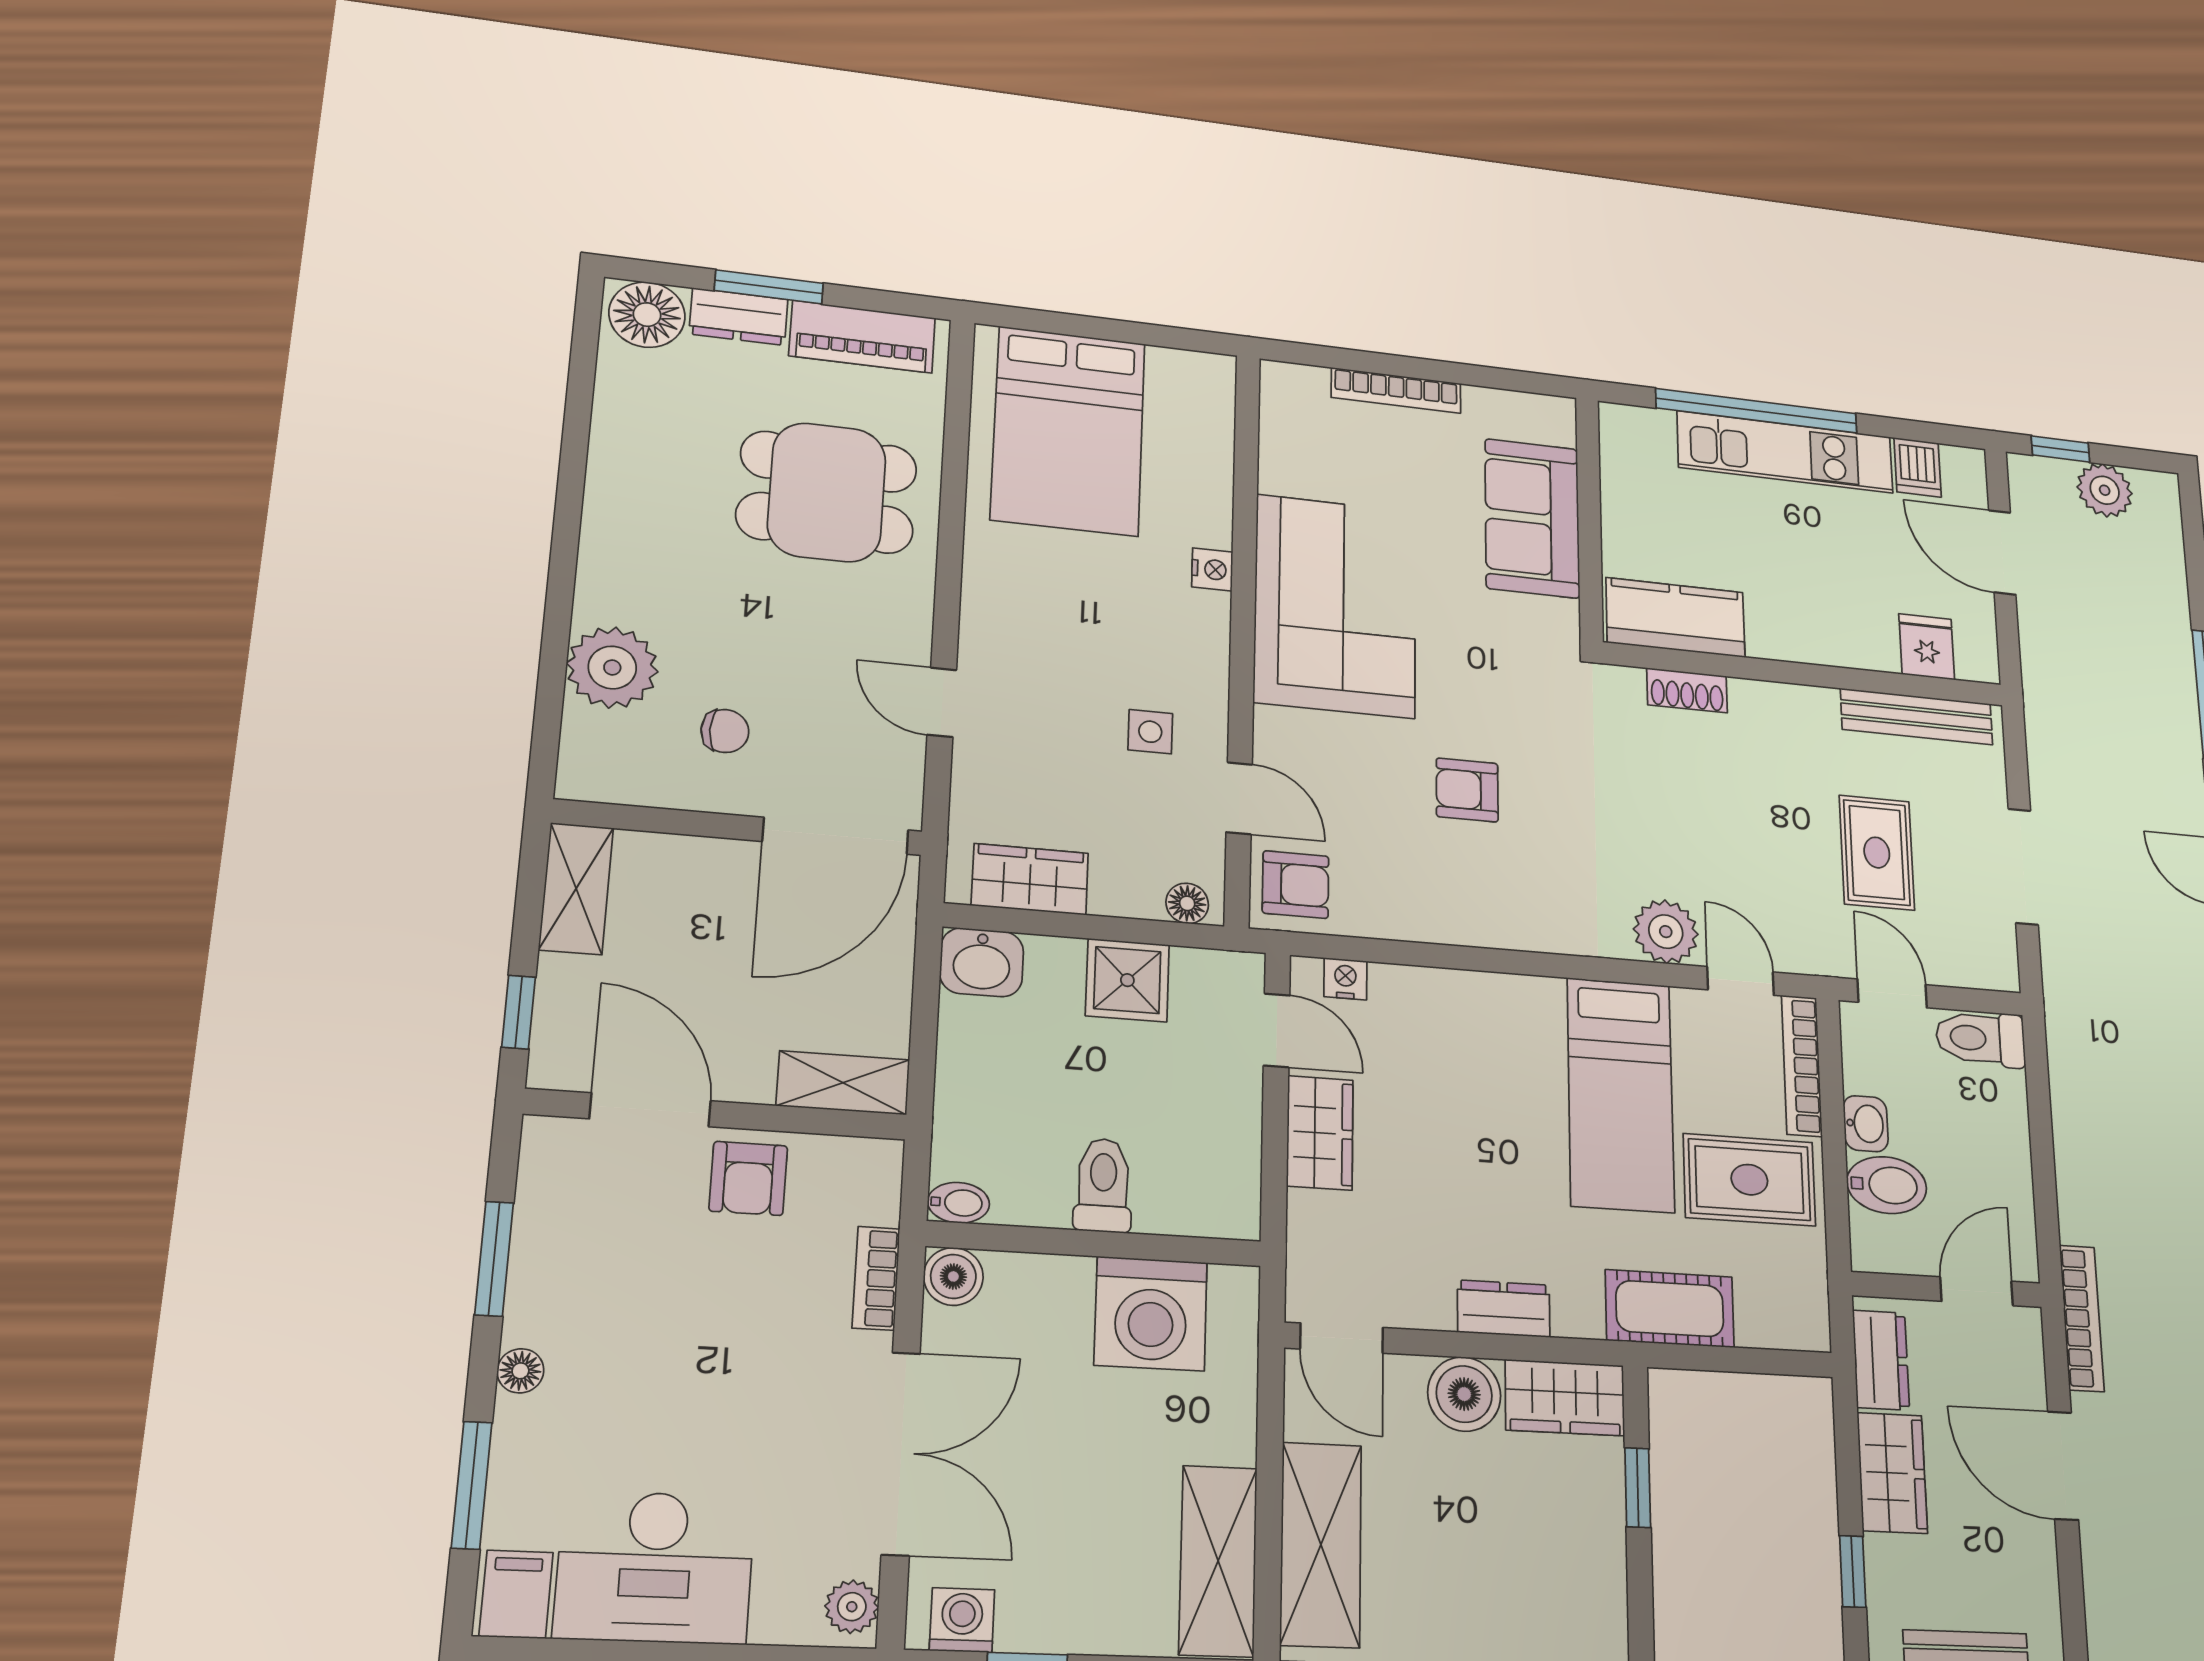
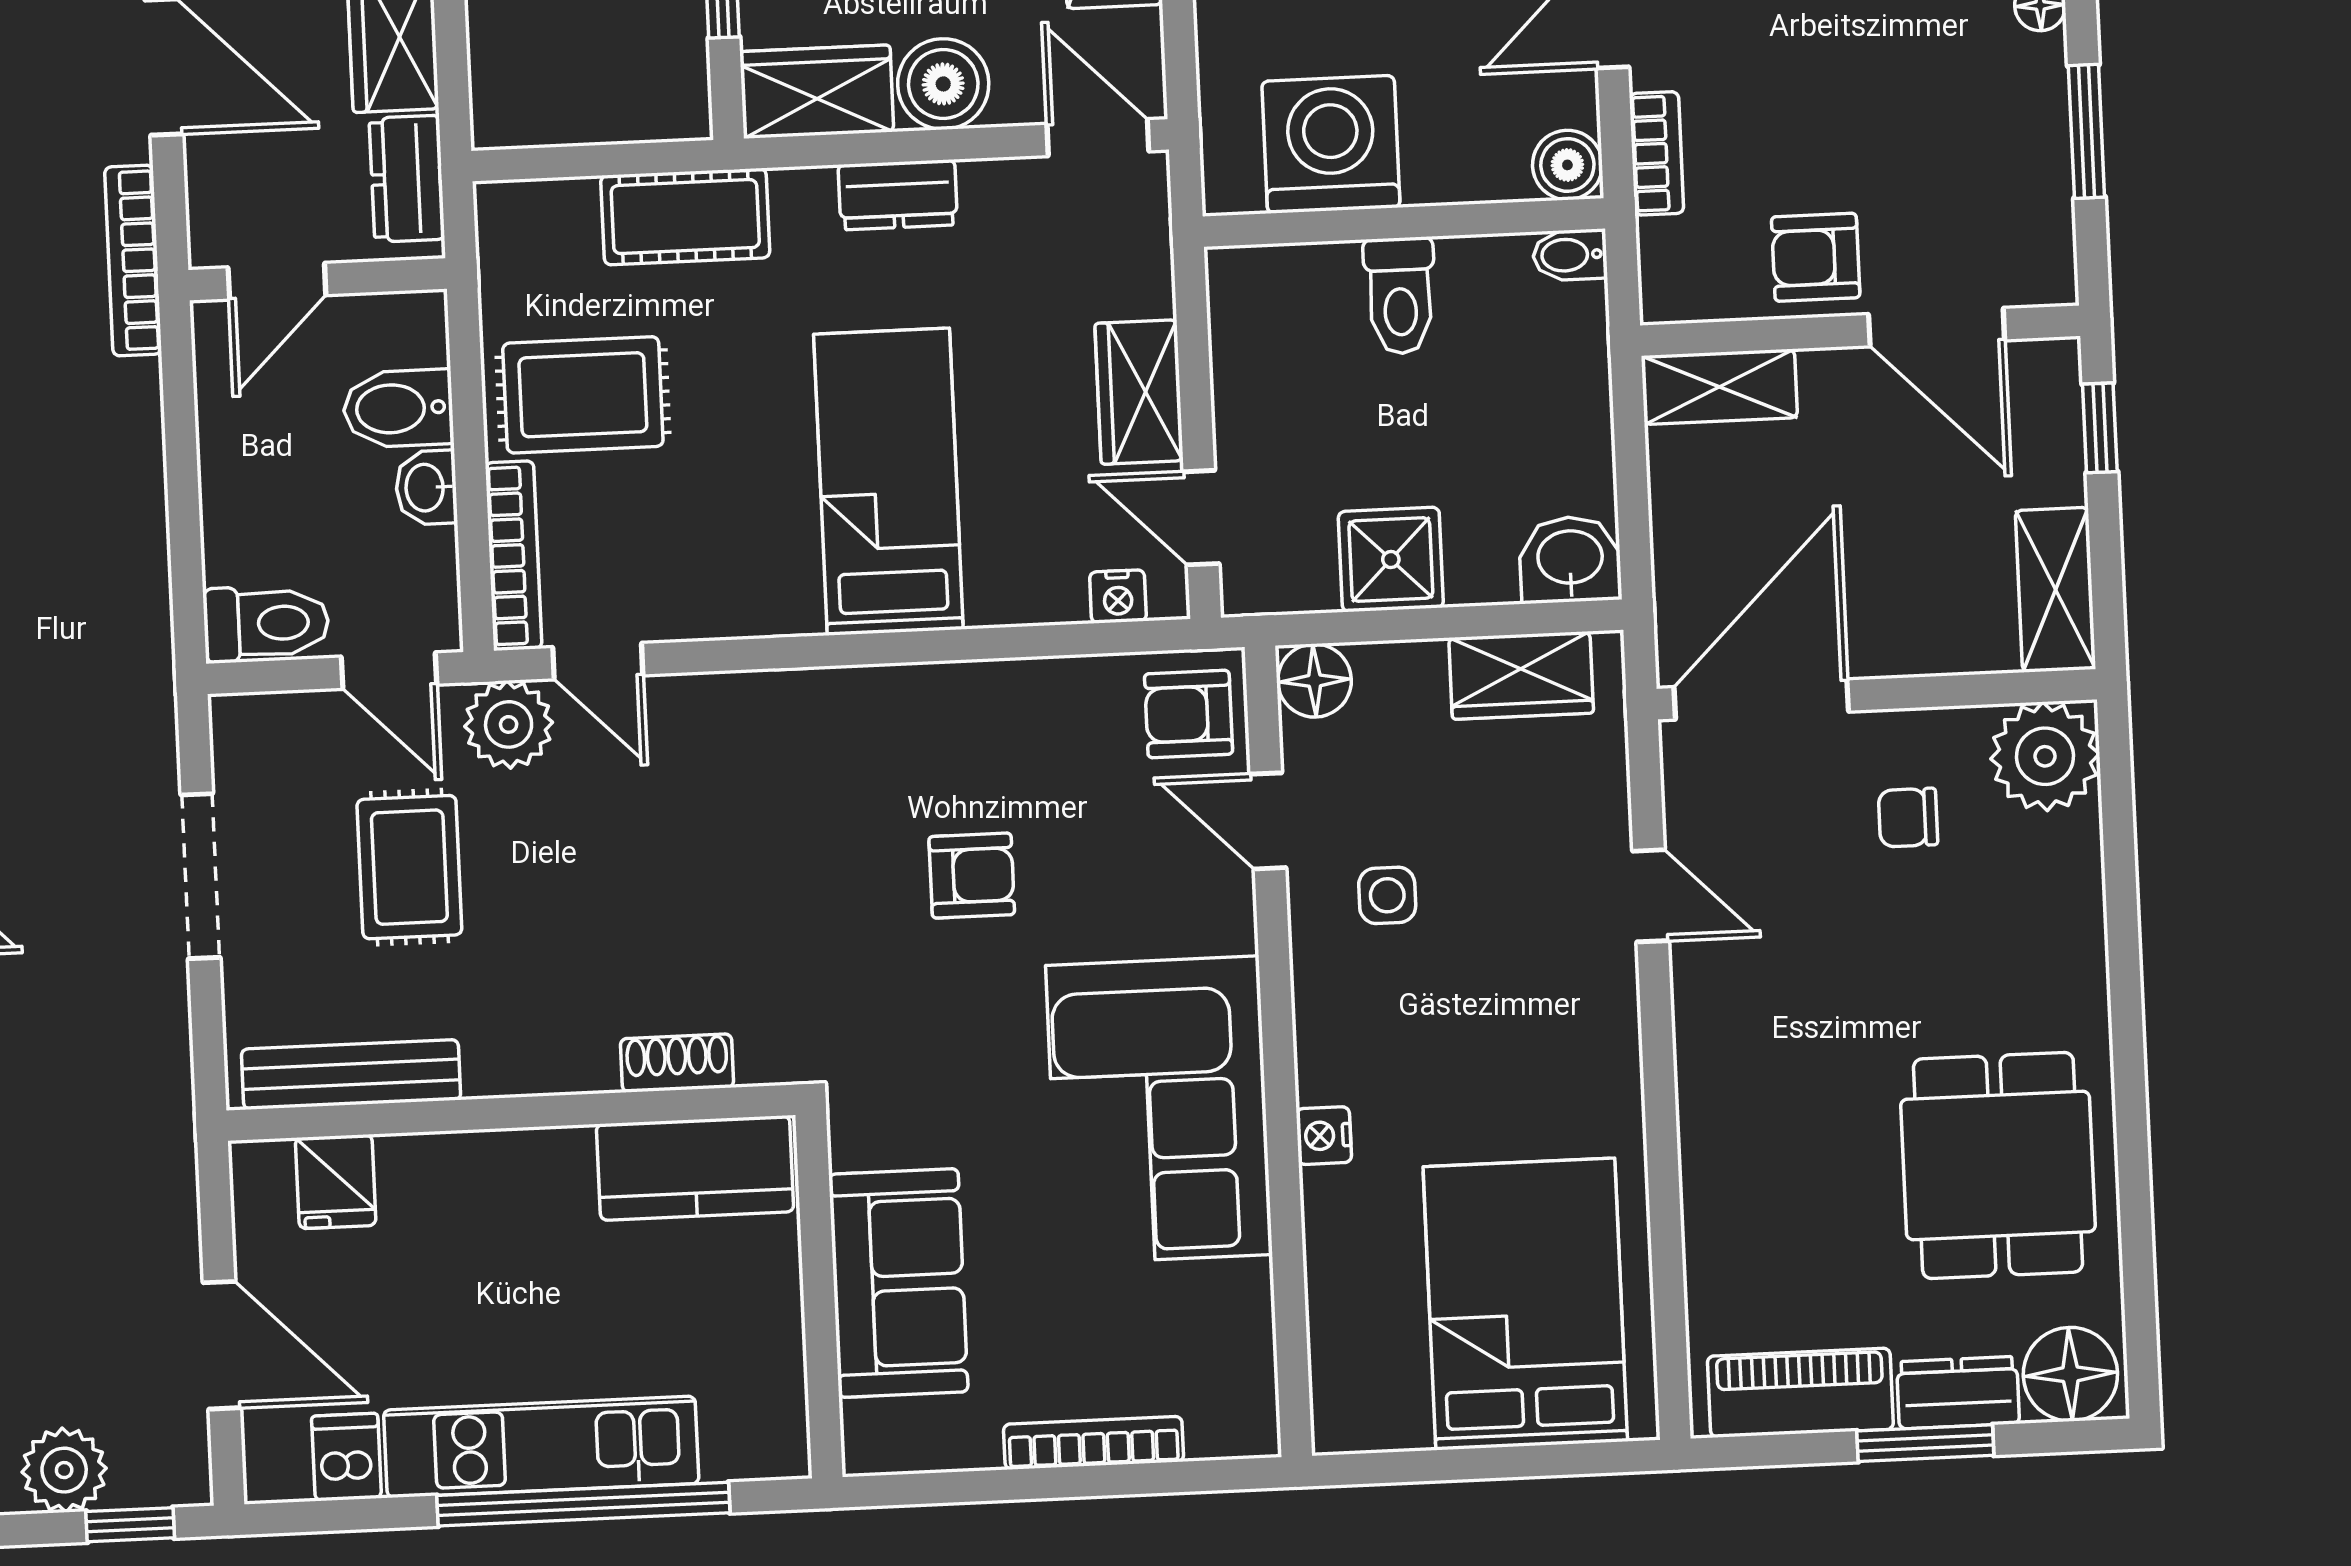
dining table: (827, 492) -> (1998, 1165), moved, turned 90
plant: (612, 667) -> (2045, 756), moved
floor lamp: (1187, 903) -> (1315, 681), width x1.37, depth x1.37
plant: (1666, 932) -> (509, 724), moved
bed: (1621, 1094) -> (888, 482), moved
armchair: (748, 1178) -> (1816, 257), turned -90

